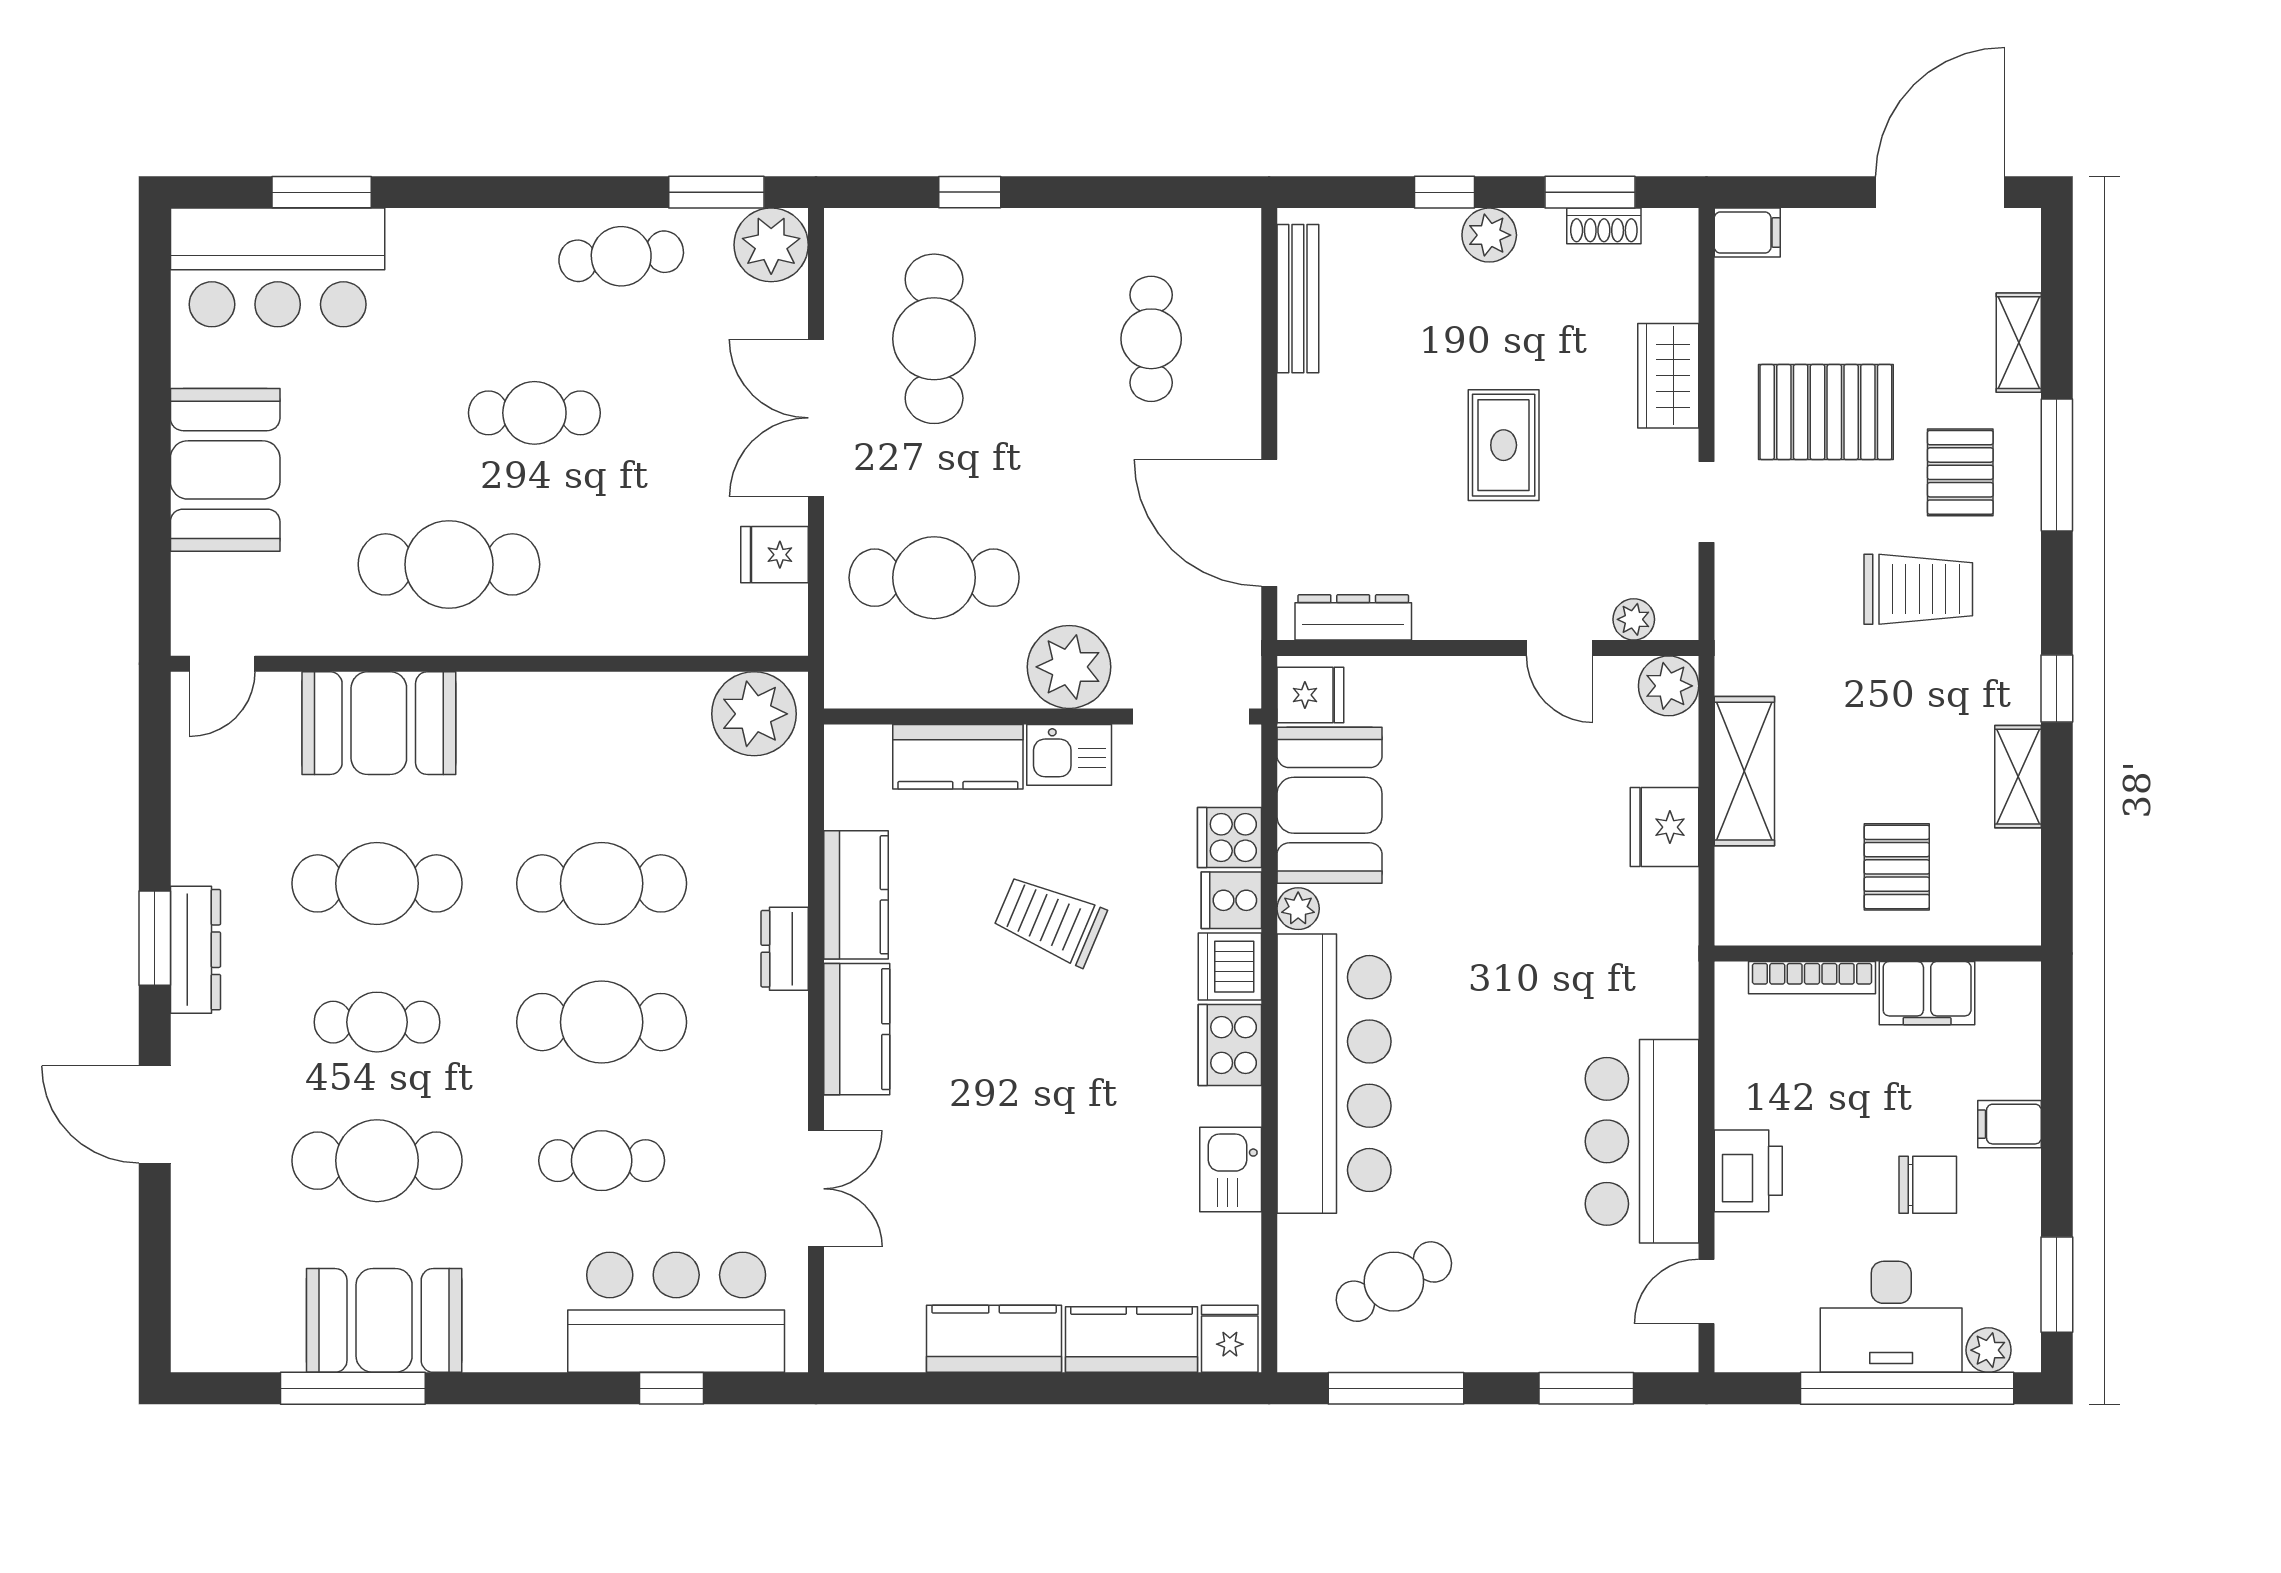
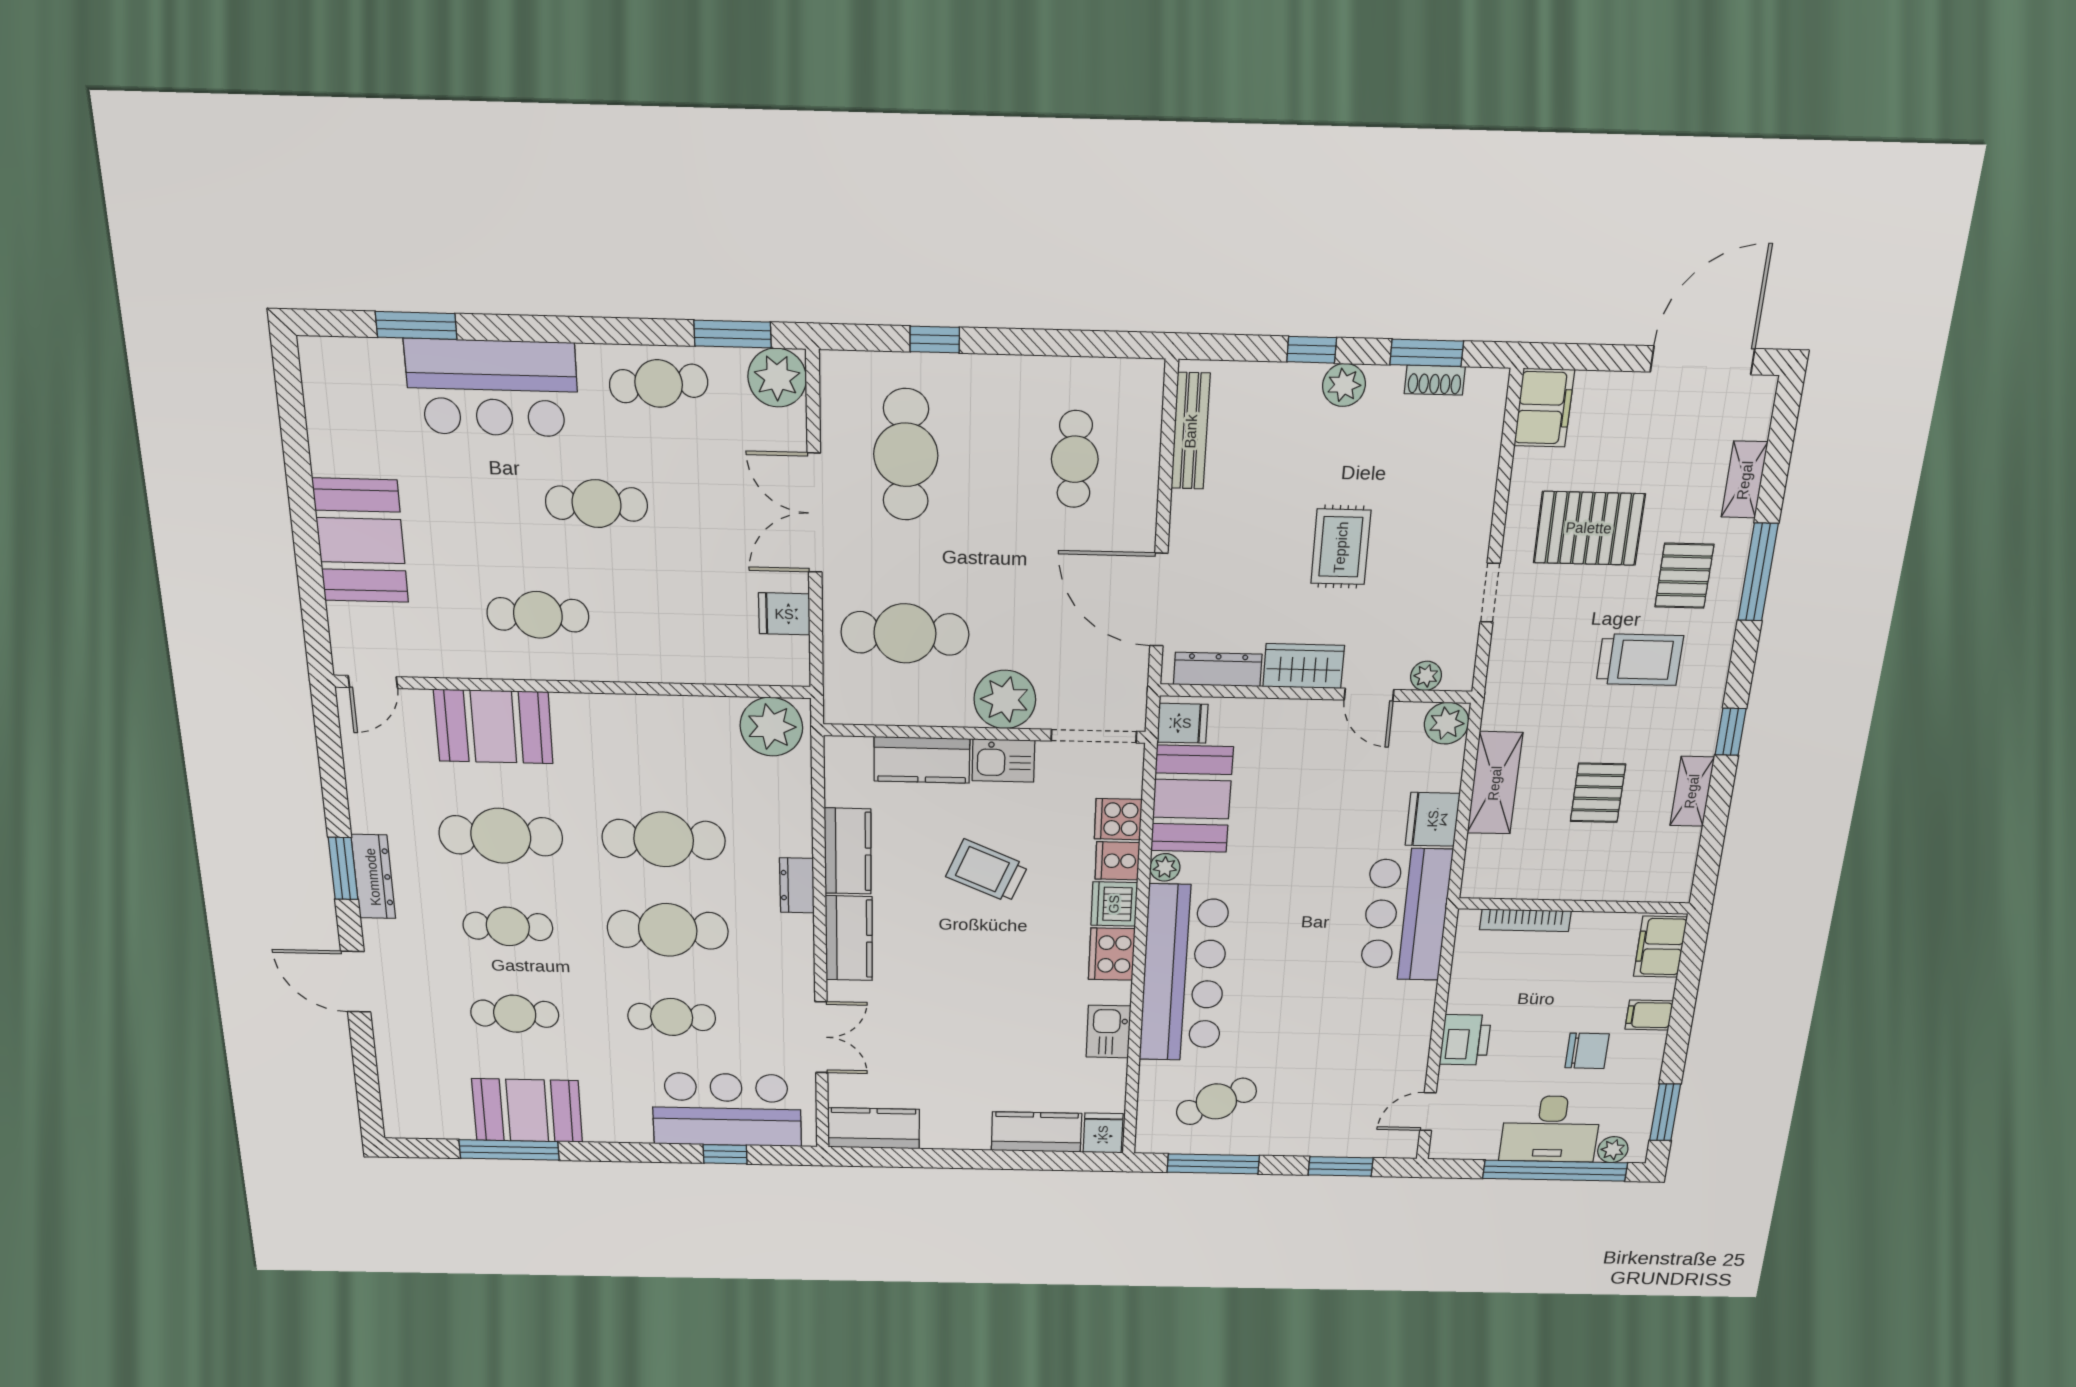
filing cabinet: (1747, 233) -> (1544, 408), width x2.00
bar counter: (278, 267) -> (492, 388), moved
wardrobe: (1668, 376) -> (1304, 666), moved, turned 90
cafe table: (449, 564) -> (538, 615), width x0.73, depth x0.74
pallet: (1897, 867) -> (1598, 793), moved
filing cabinet: (1927, 993) -> (1660, 947), moved, turned 90
bar counter: (1642, 1141) -> (1406, 914), moved
cafe table: (377, 1161) -> (515, 1014), width x0.73, depth x0.74
kitchen counter: (994, 1339) -> (874, 1128), moved

